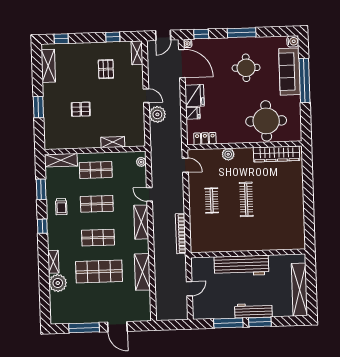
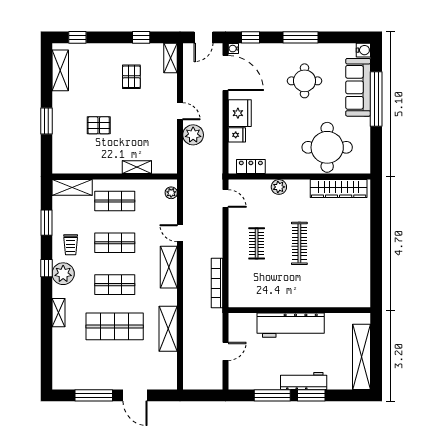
plant: (58, 283) -> (63, 274), moved

